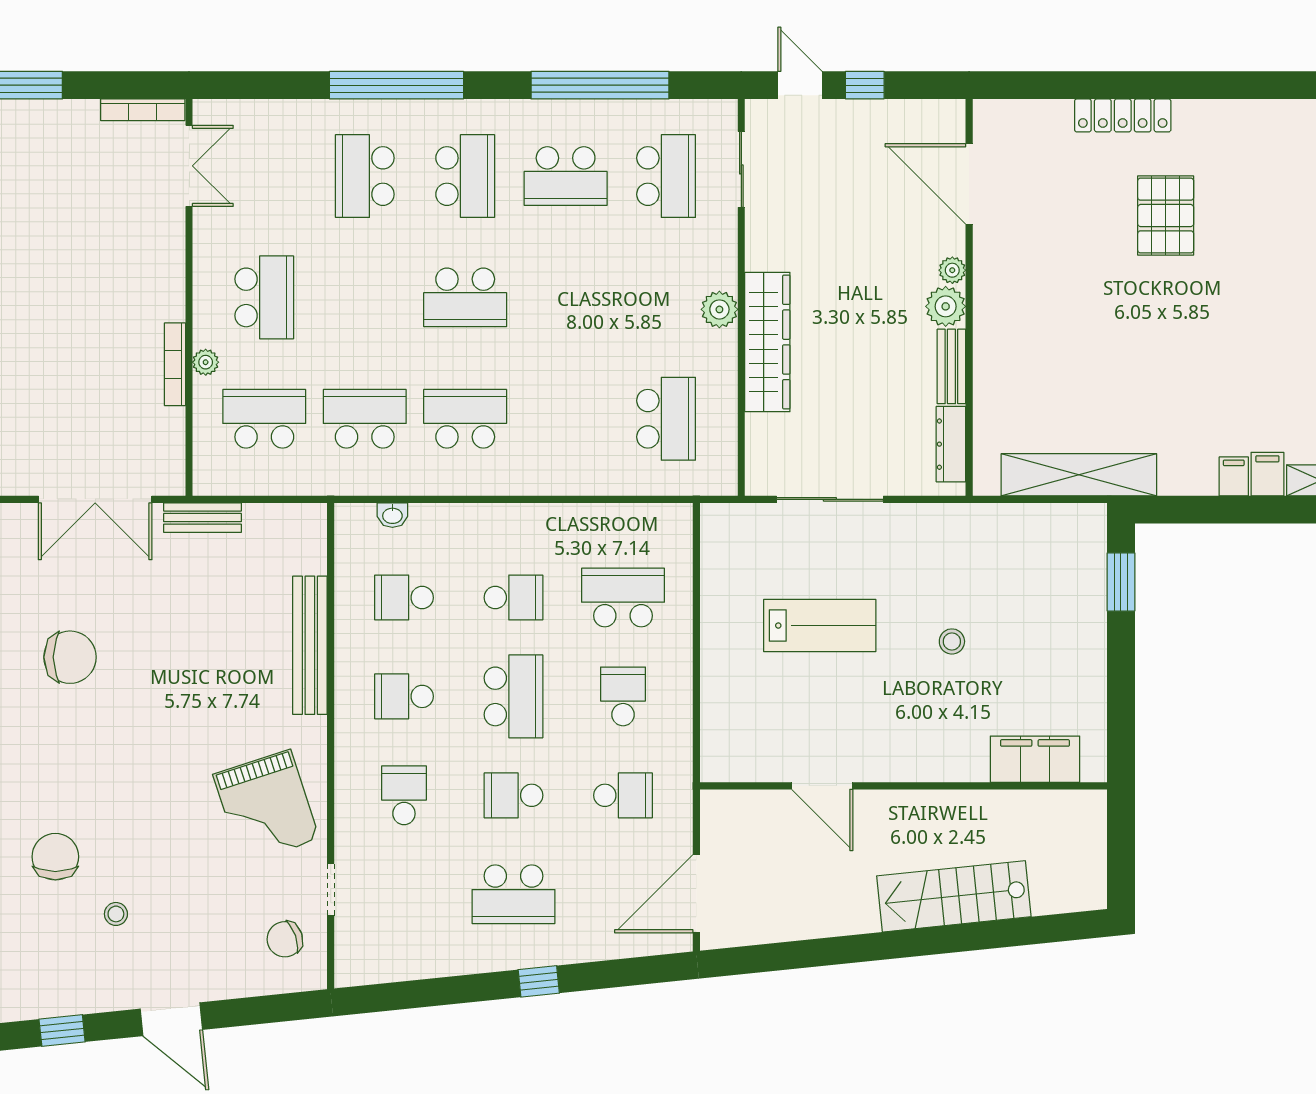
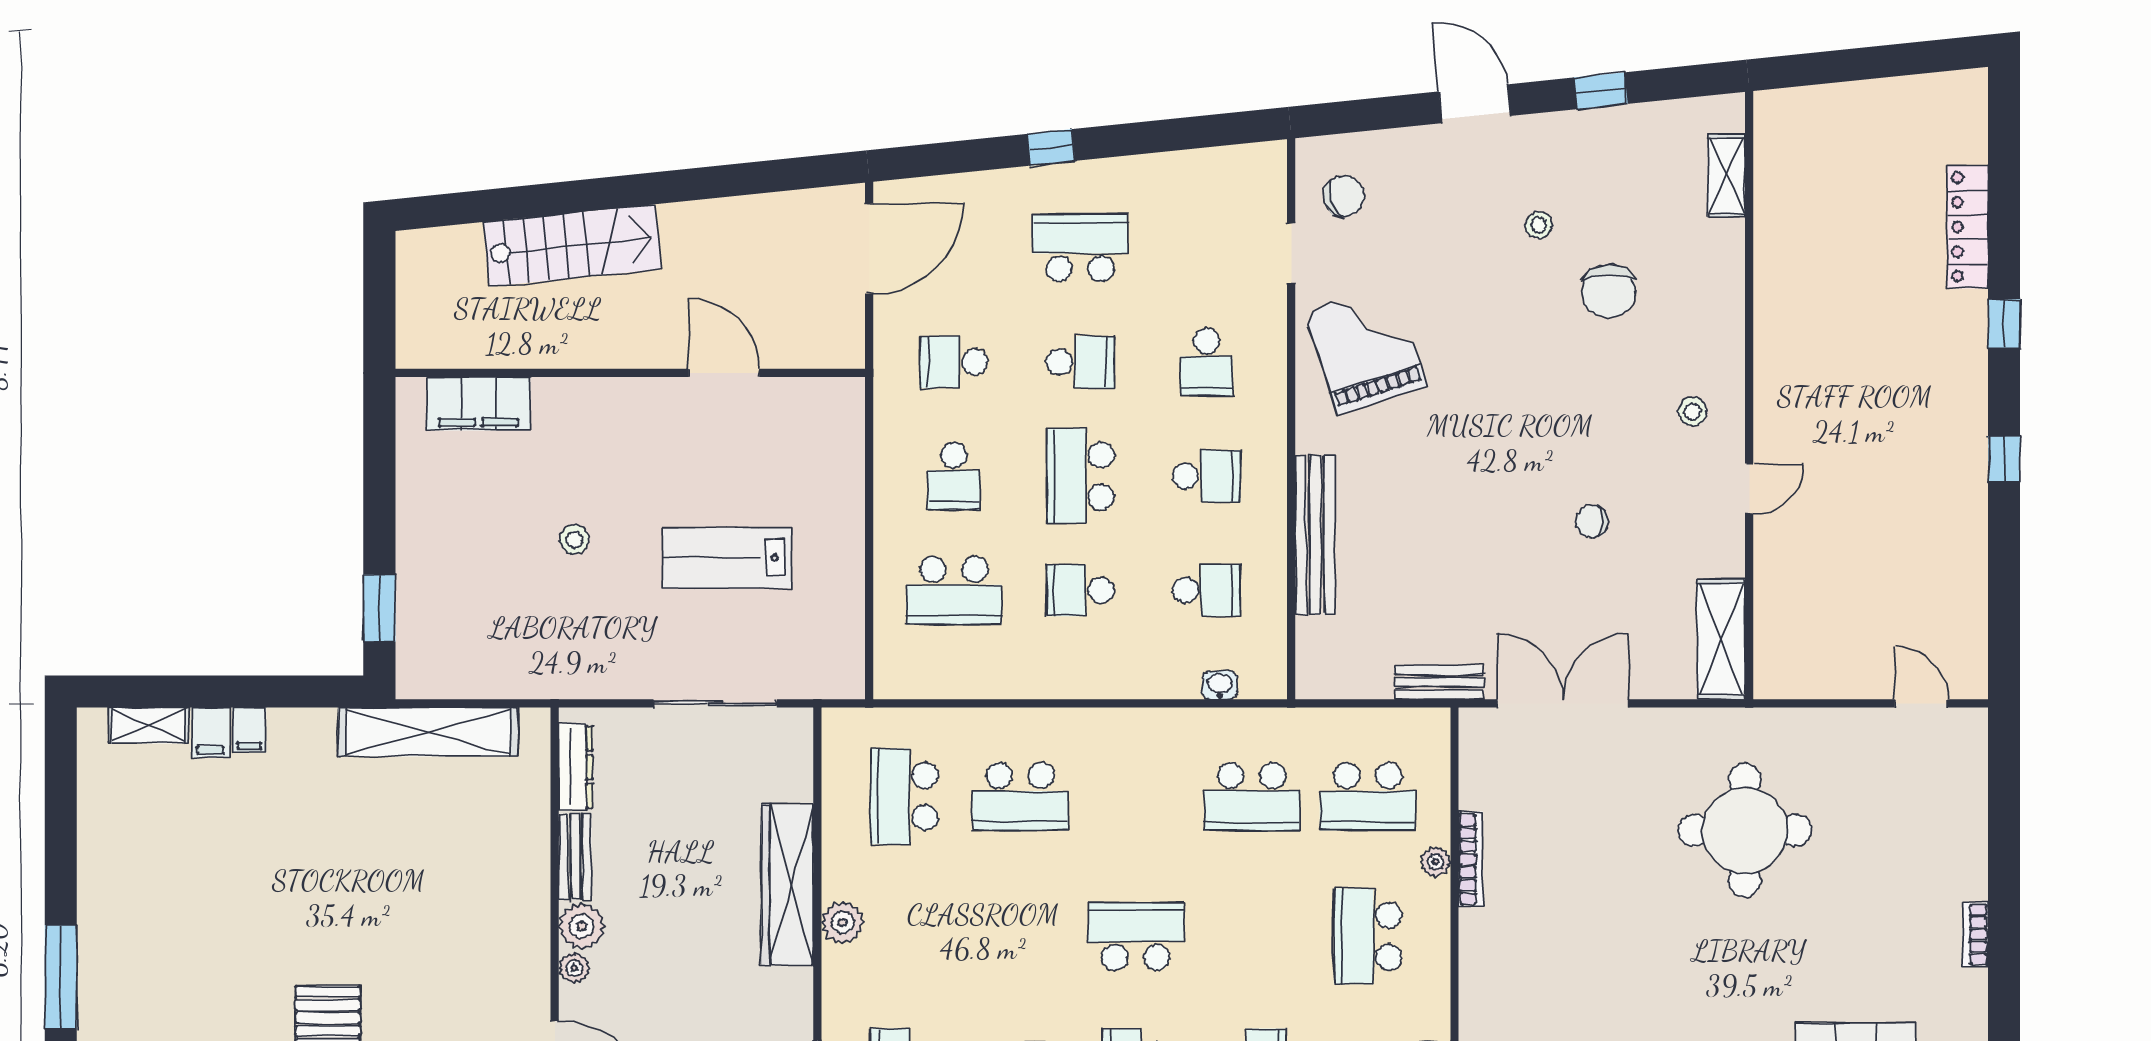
school desk: (465, 419) -> (1020, 796), moved
chair: (70, 657) -> (1592, 521), width x0.54, depth x0.54

